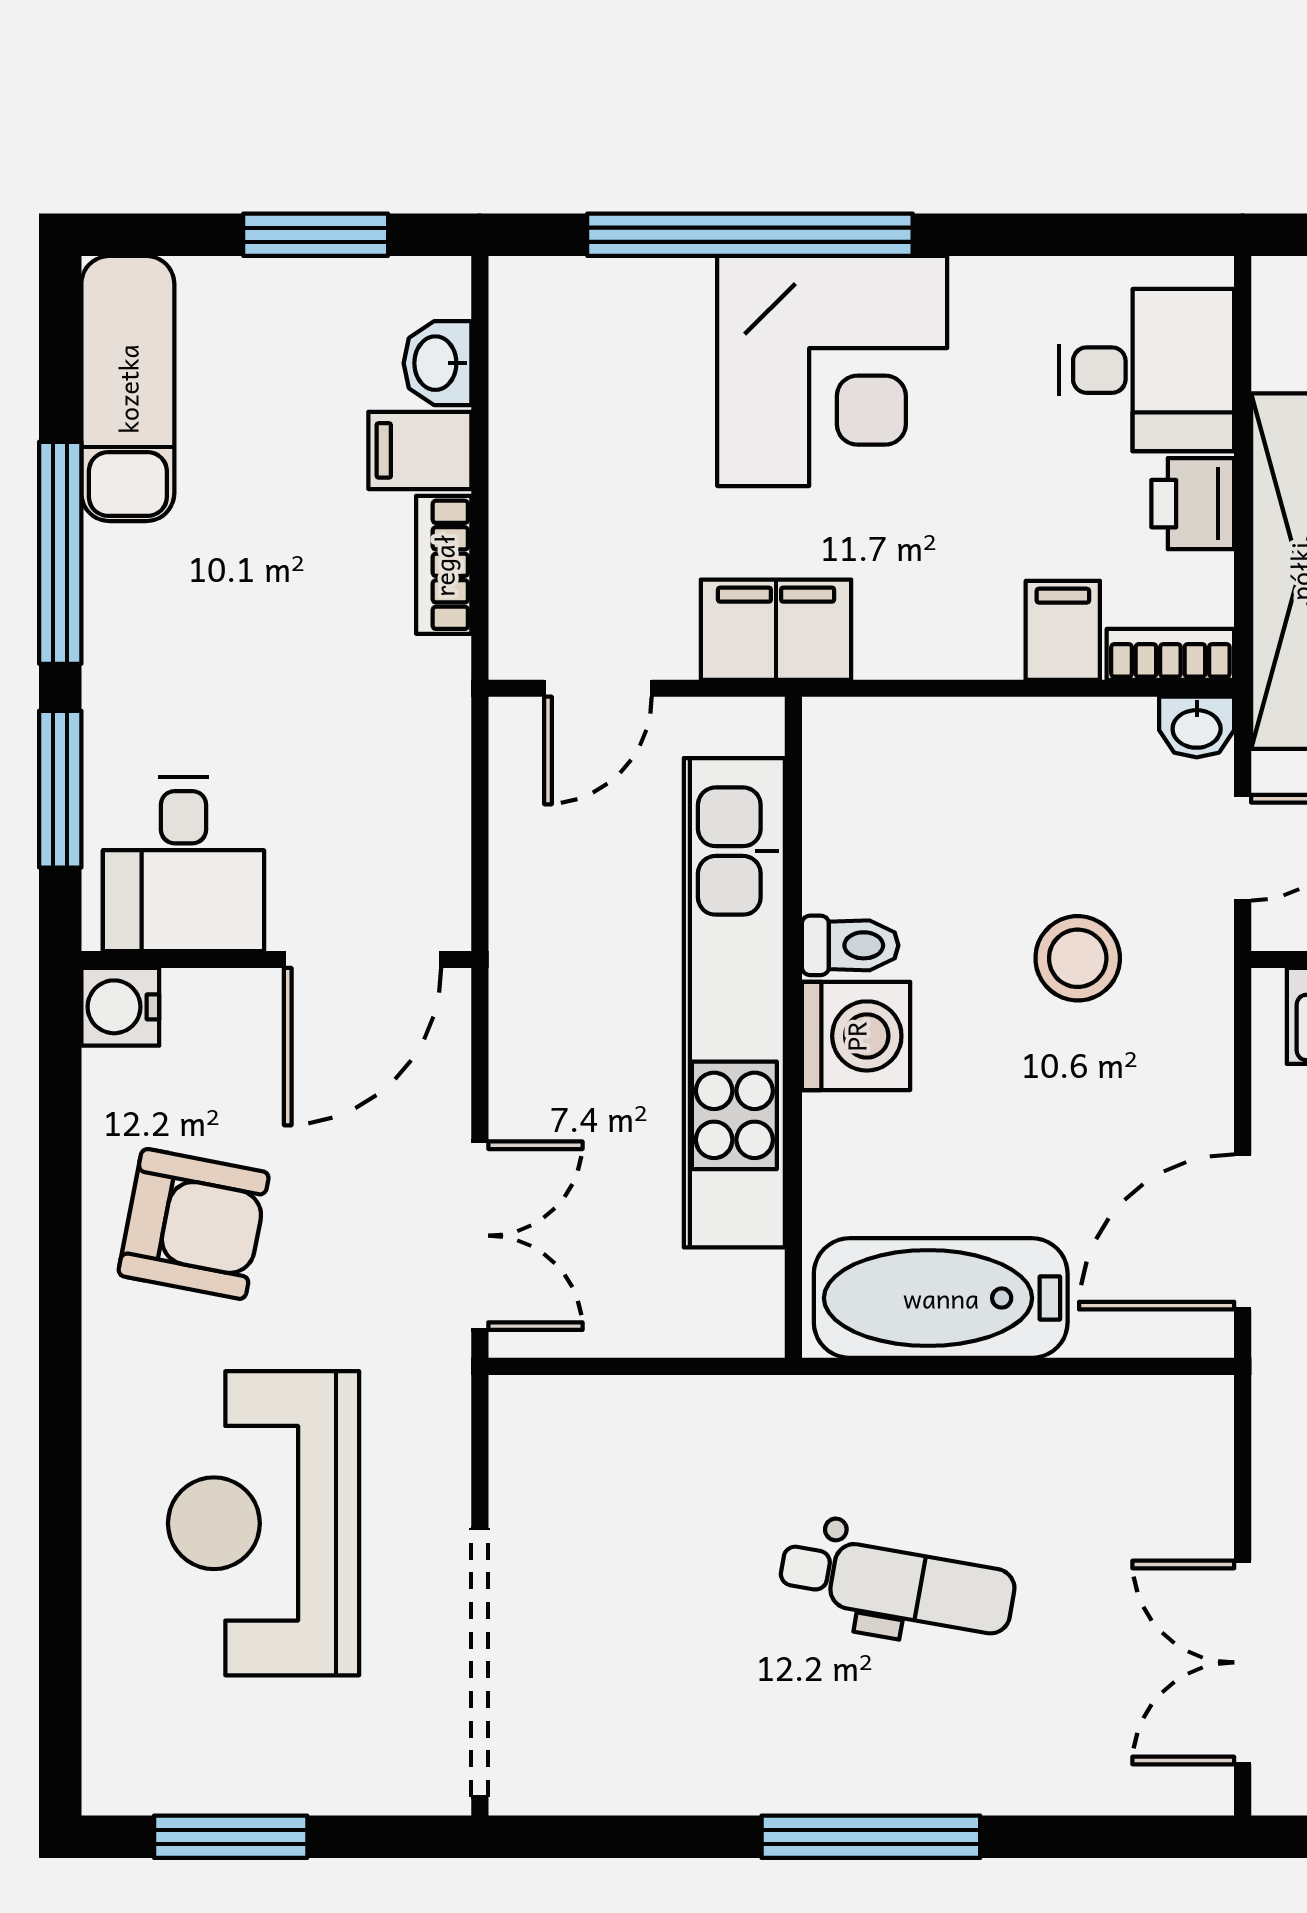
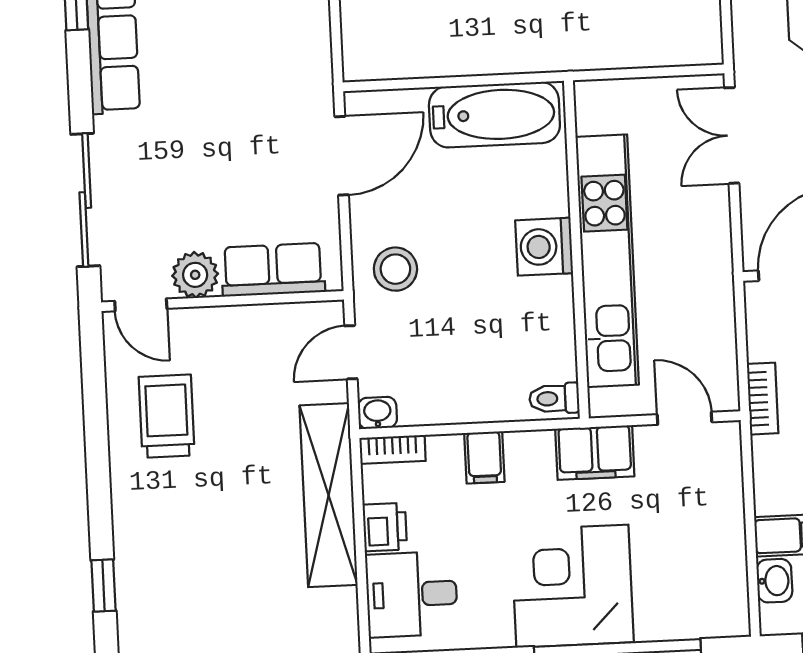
bookcase: (444, 565) -> (763, 399), moved
filing cabinet: (1063, 630) -> (484, 457), moved
door: (598, 688) -> (685, 418), hinge flipped
toilet: (850, 945) -> (554, 398), moved
stool: (1078, 958) -> (395, 269), moved

